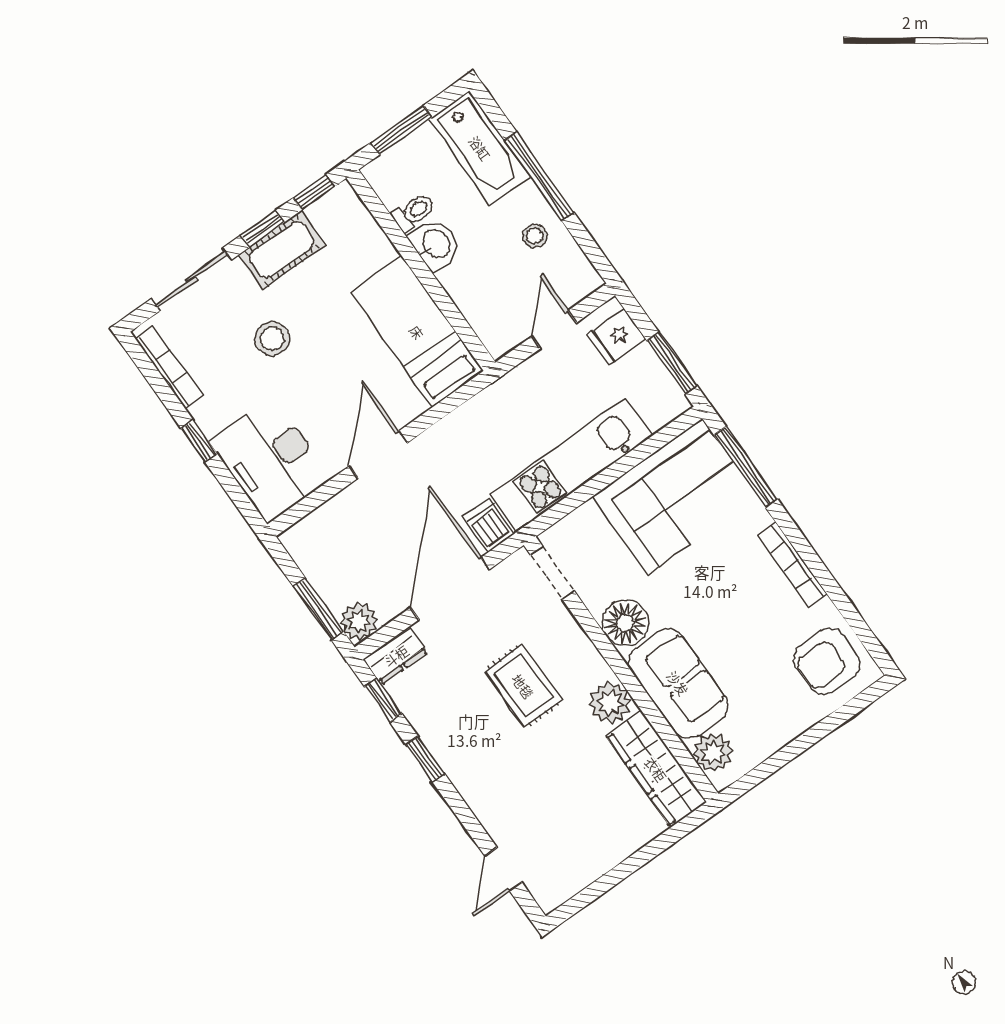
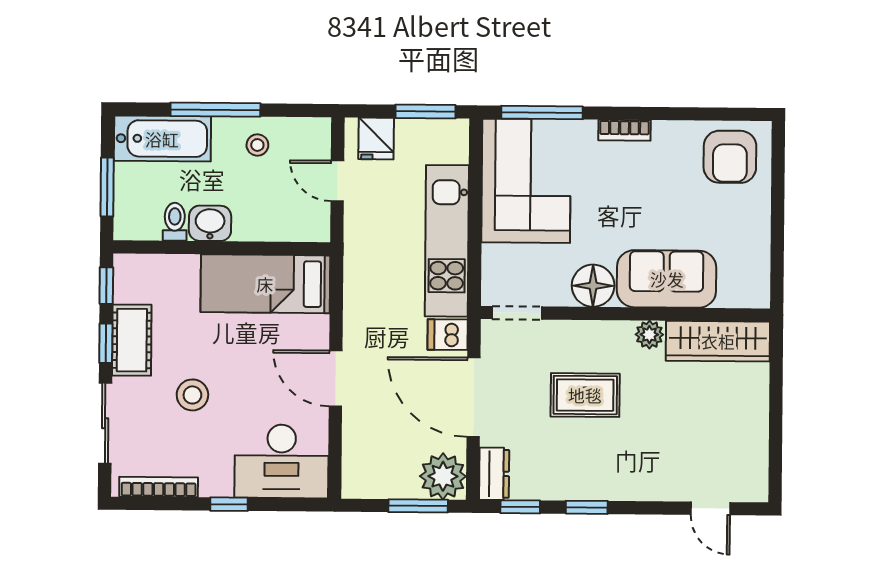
bookcase: (792, 564) -> (625, 130), width x0.64
plant: (359, 622) -> (443, 476), width x1.36, depth x1.36
plant: (610, 703) -> (649, 335), width x0.73, depth x0.73
plant: (713, 753) -> (736, 290), removed

